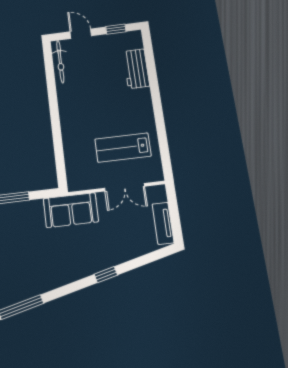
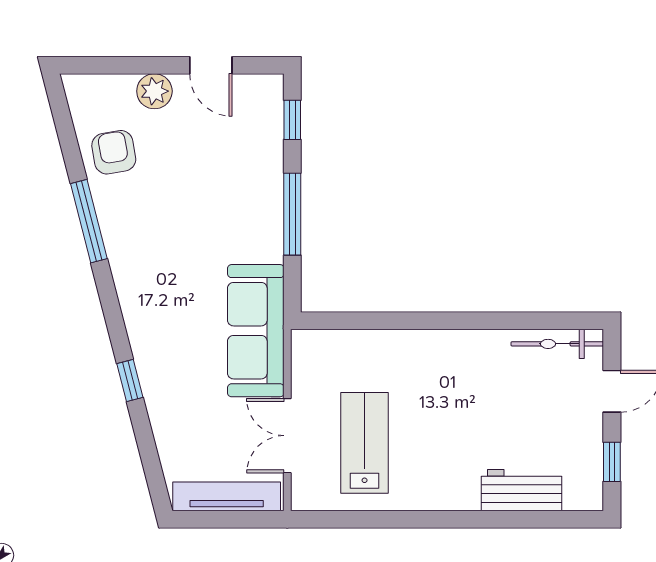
sofa: (71, 210) -> (256, 331), width x1.36
tv unit: (163, 223) -> (227, 496), width x1.41

